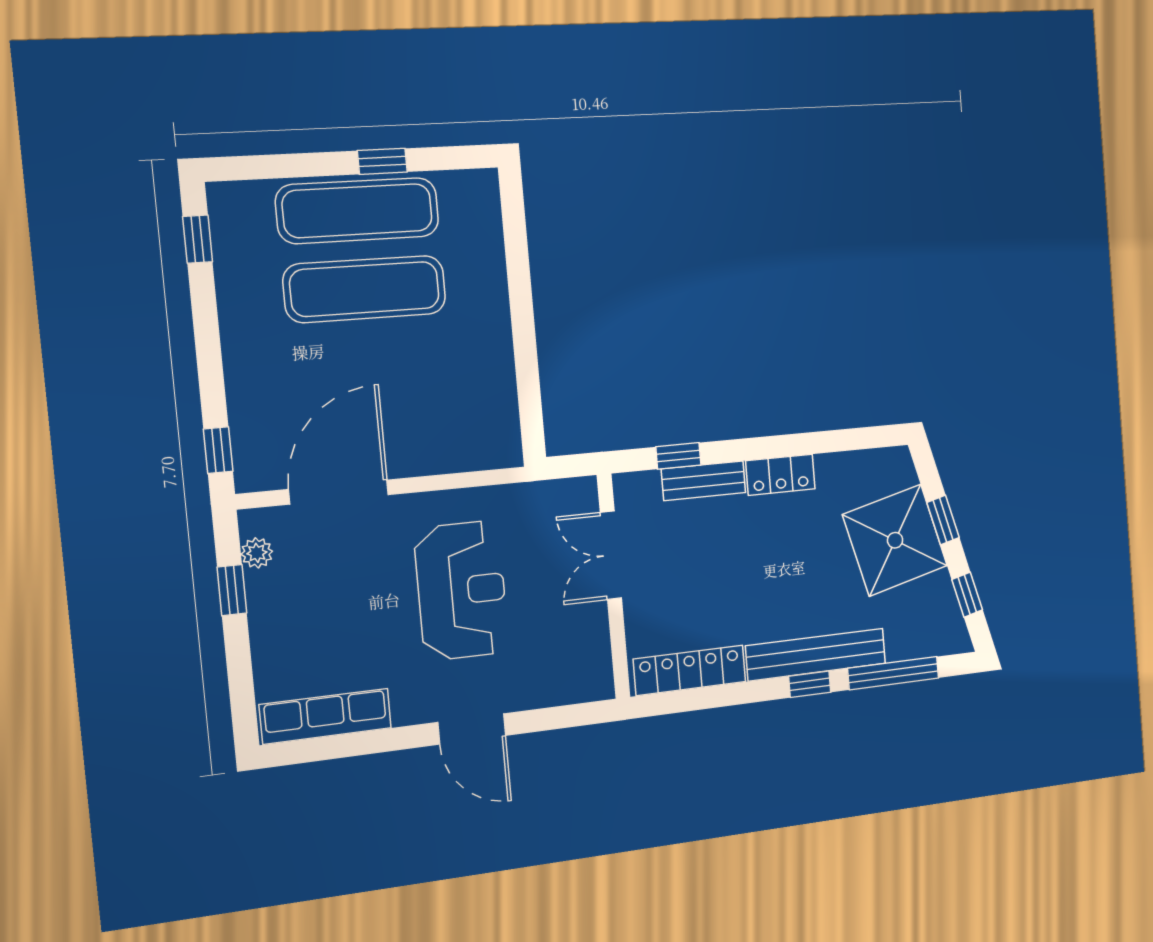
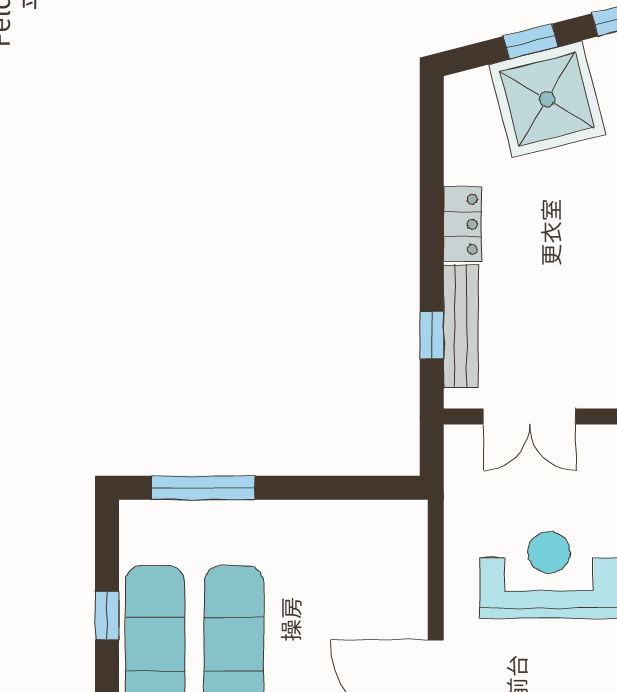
window: (516, 249) -> (203, 488), added
bench: (704, 481) -> (461, 326), width x1.36

